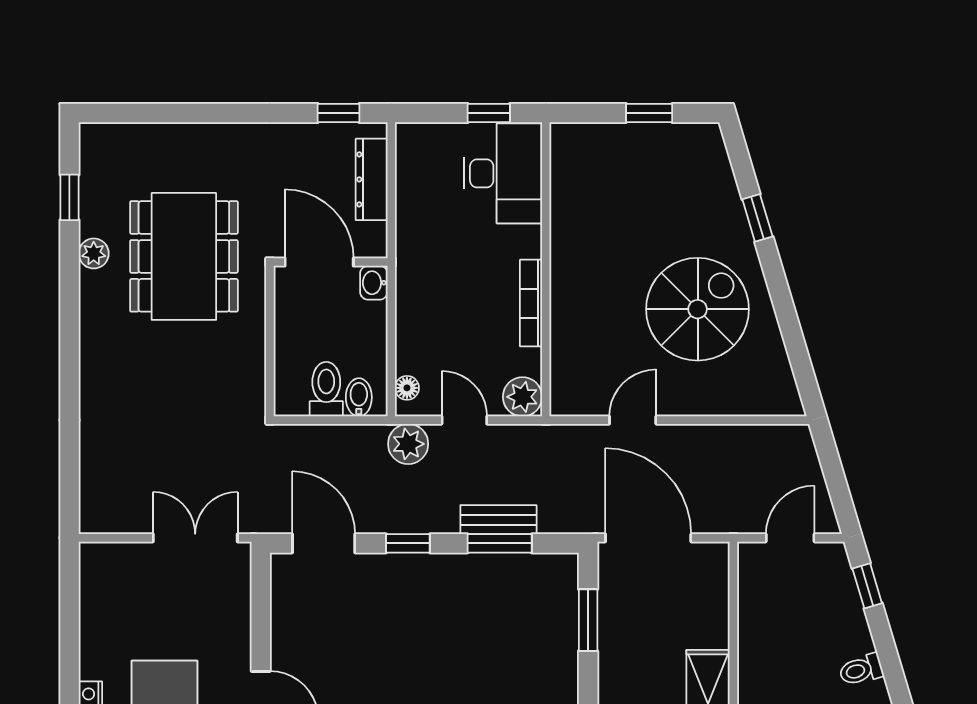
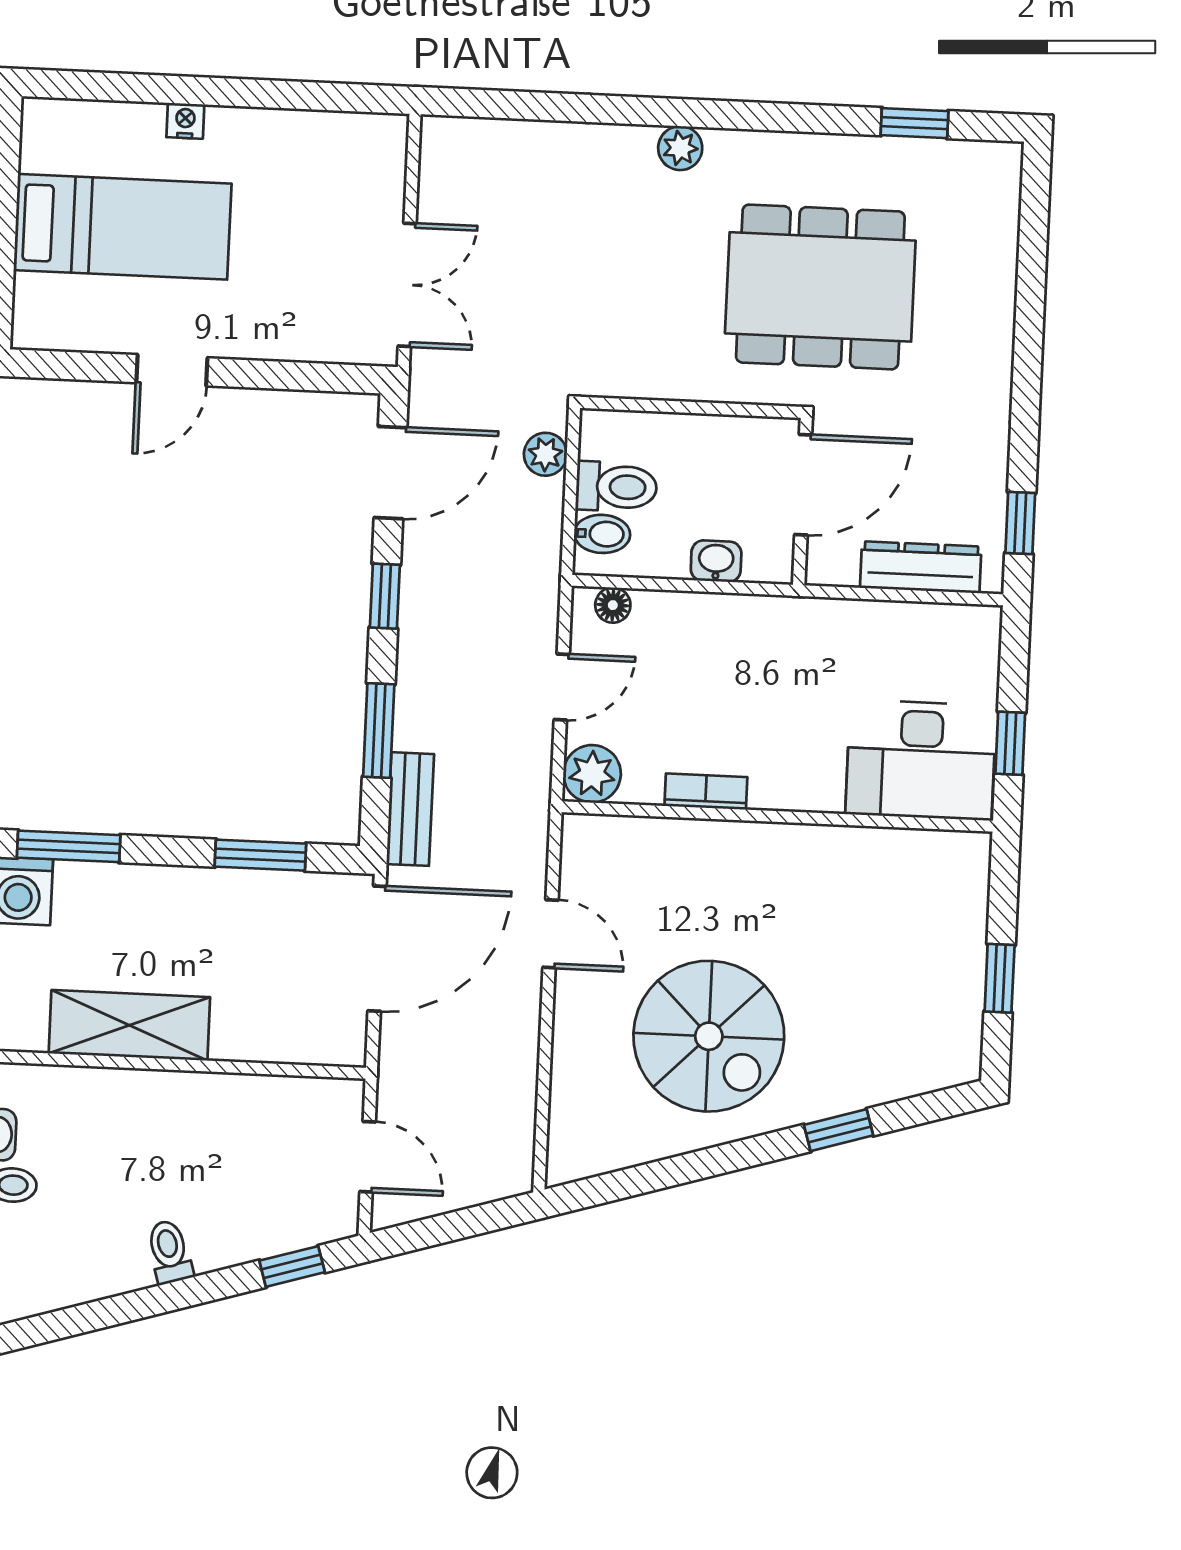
plant: (94, 253) -> (680, 148), moved
washbasin: (374, 283) -> (716, 561), moved
bookcase: (531, 303) -> (706, 791), width x0.64
plant: (408, 444) -> (545, 454), moved, width x0.73, depth x0.73
bench: (498, 520) -> (410, 809), moved

